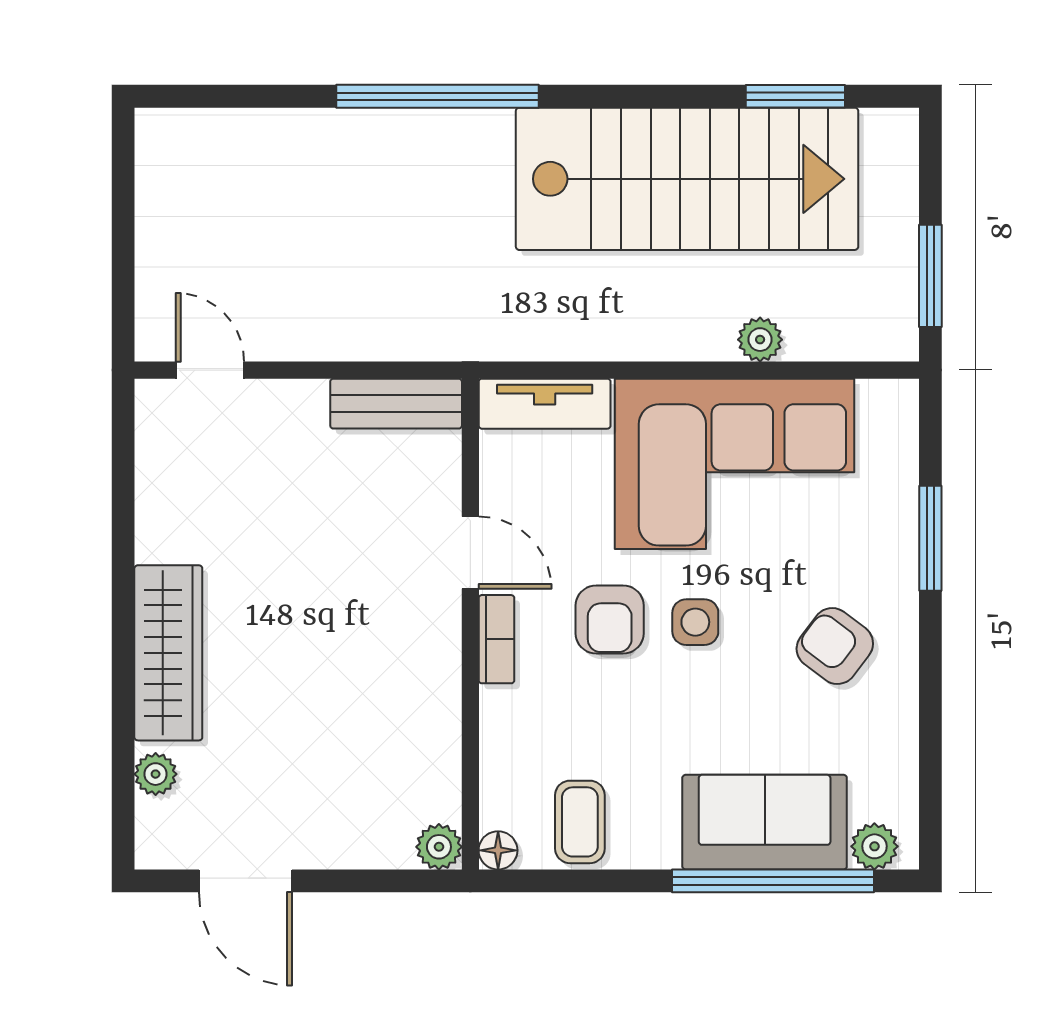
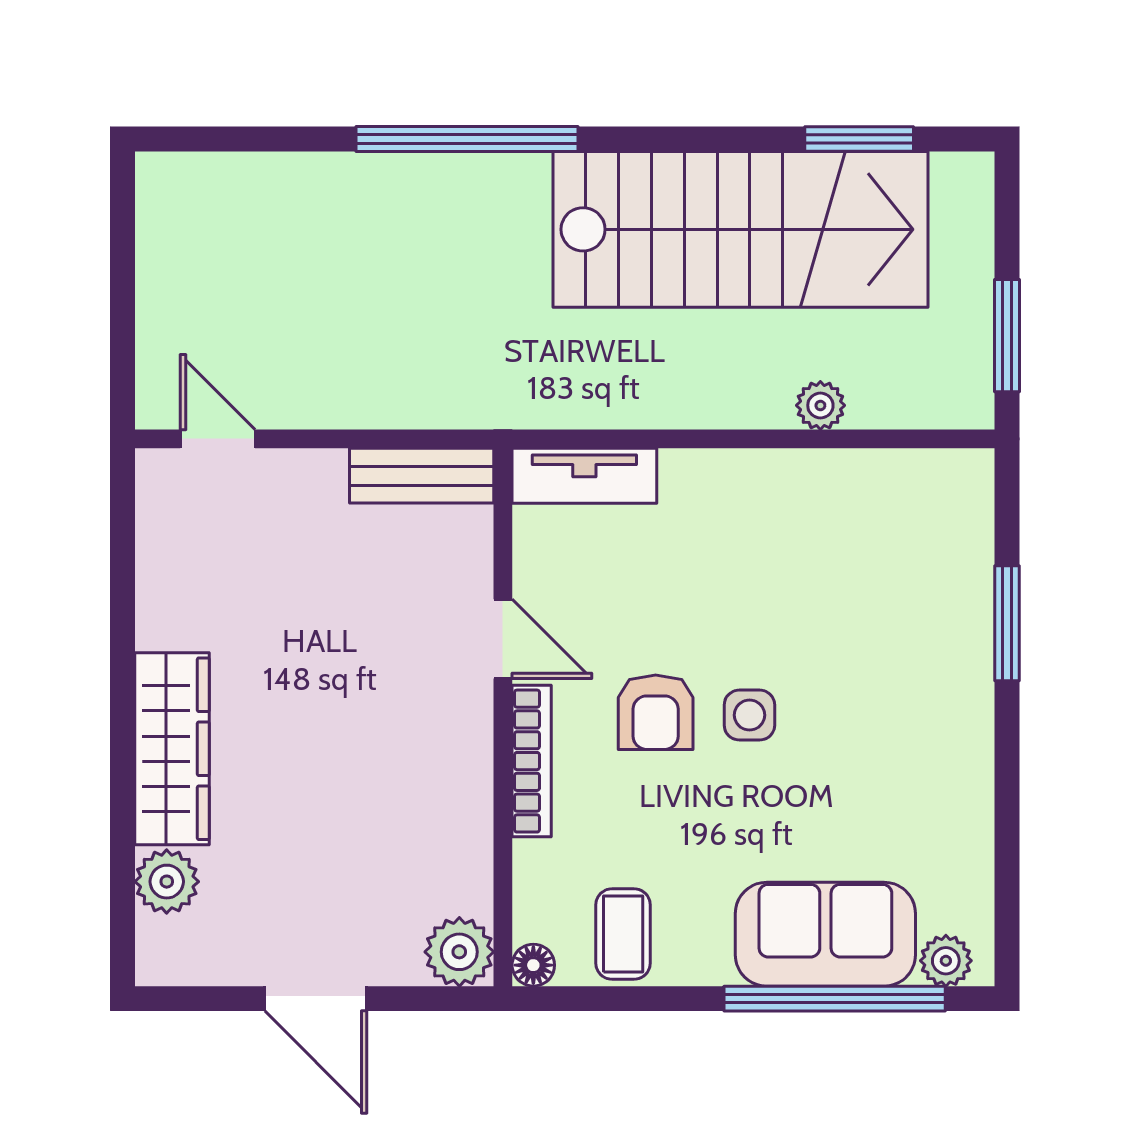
corner sofa: (735, 464) -> (792, 542), removed
bookcase: (496, 639) -> (532, 761), width x1.56
armchair: (835, 646) -> (902, 741), removed
plant: (156, 774) -> (167, 882), width x1.38, depth x1.38
plant: (439, 847) -> (459, 952), width x1.38, depth x1.38
door: (245, 881) -> (316, 999), moved

